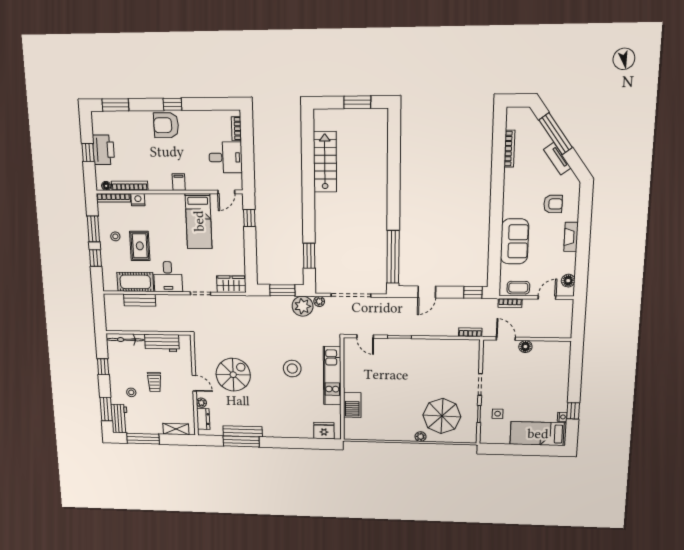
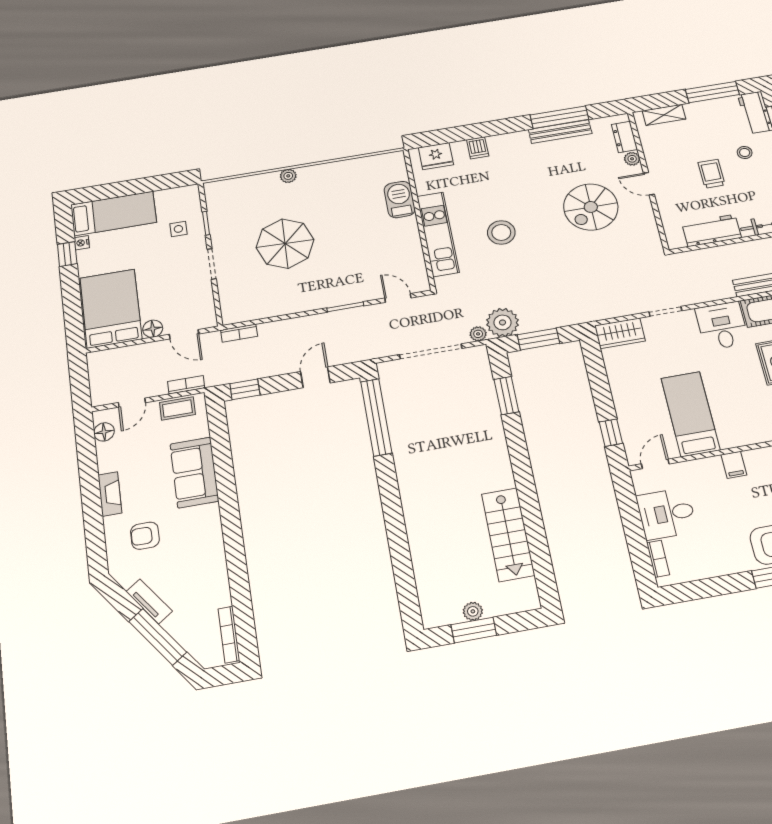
plant: (356, 115) -> (473, 611), added
bookcase: (509, 149) -> (229, 635), moved
bed: (550, 366) -> (111, 308), added
parasol: (442, 416) -> (285, 244), moved
dishwasher: (297, 431) -> (478, 148), added

